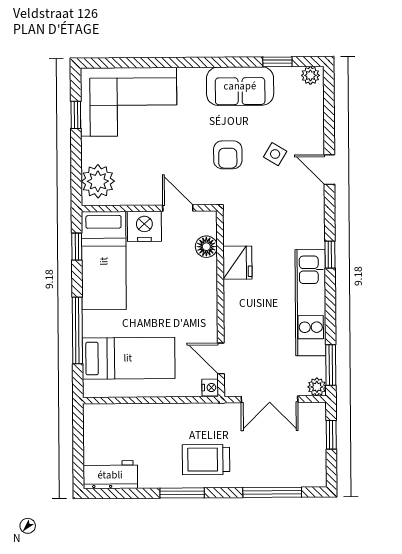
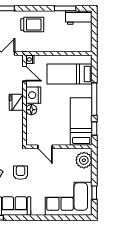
nightstand: (144, 226) -> (33, 95), moved, turned 90
floor lamp: (206, 247) -> (31, 110), moved
fridge: (237, 263) -> (16, 102), moved
window: (77, 330) -> (94, 99), moved
window: (182, 493) -> (65, 8), moved

